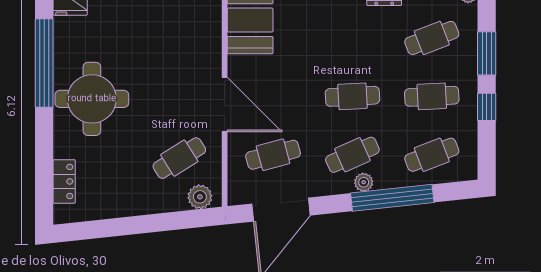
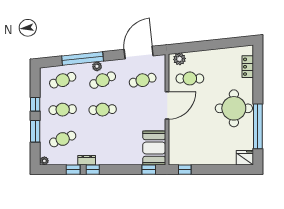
door: (225, 105) -> (167, 105), swing flipped
cafe table: (179, 158) -> (190, 78), turned 32

